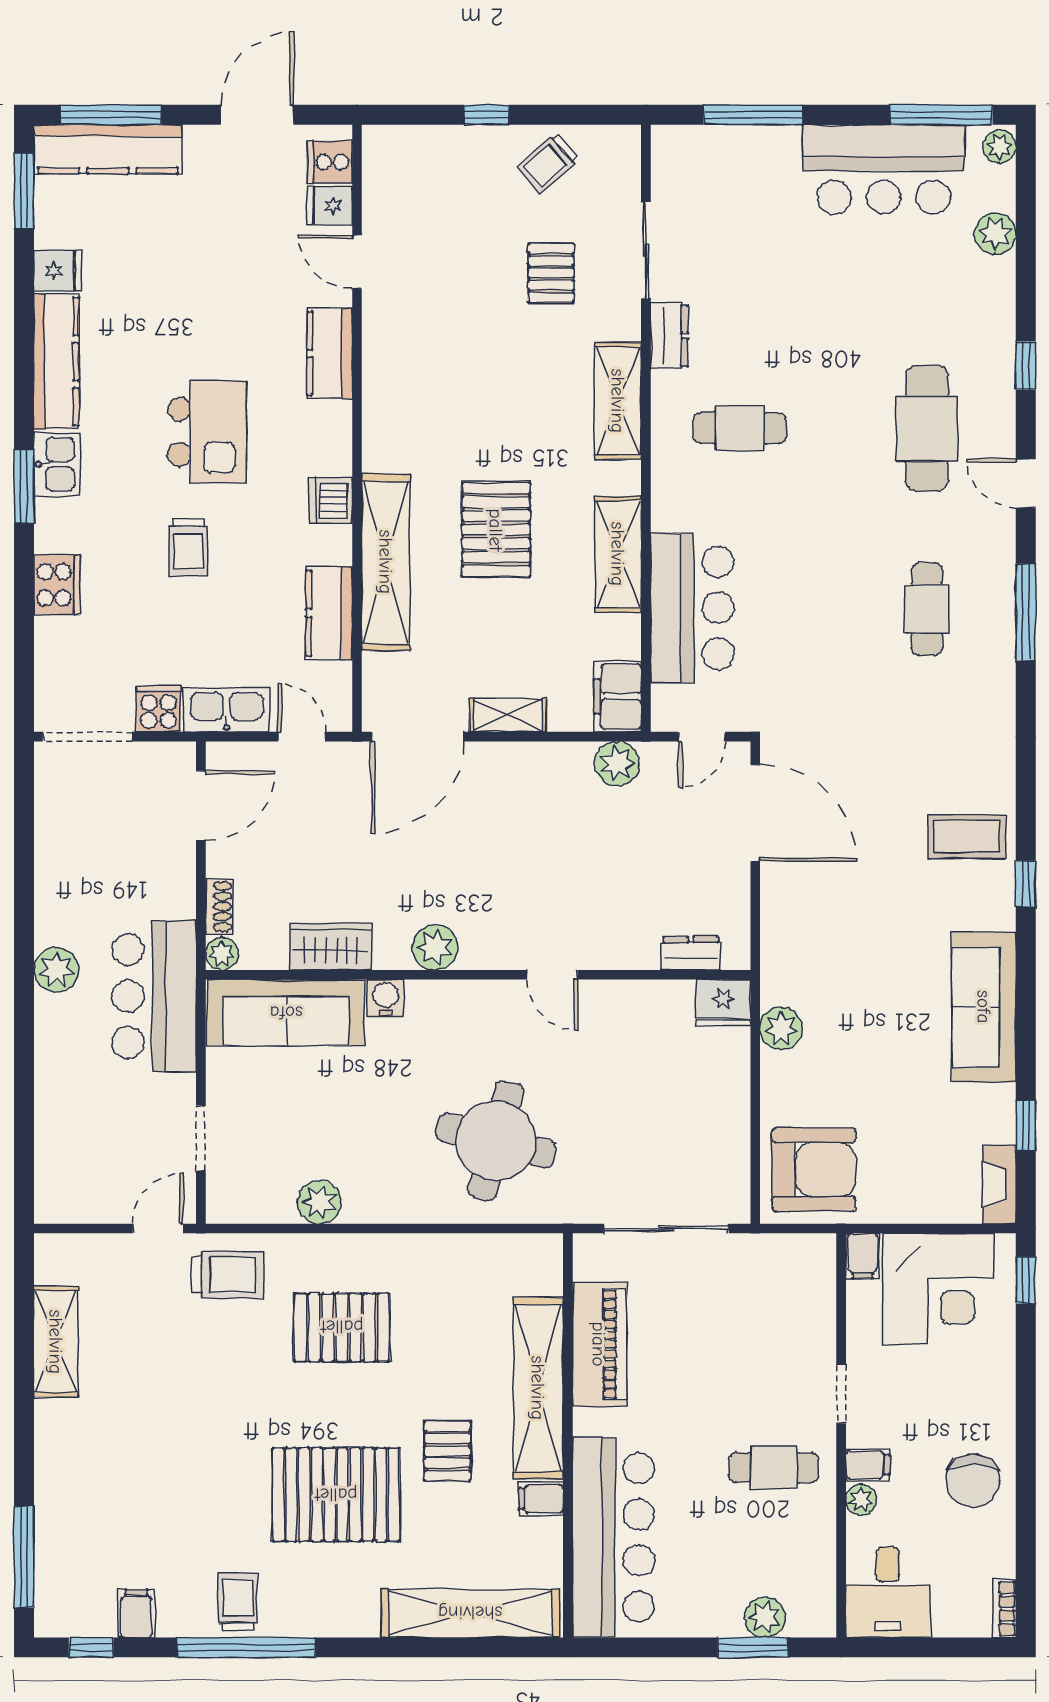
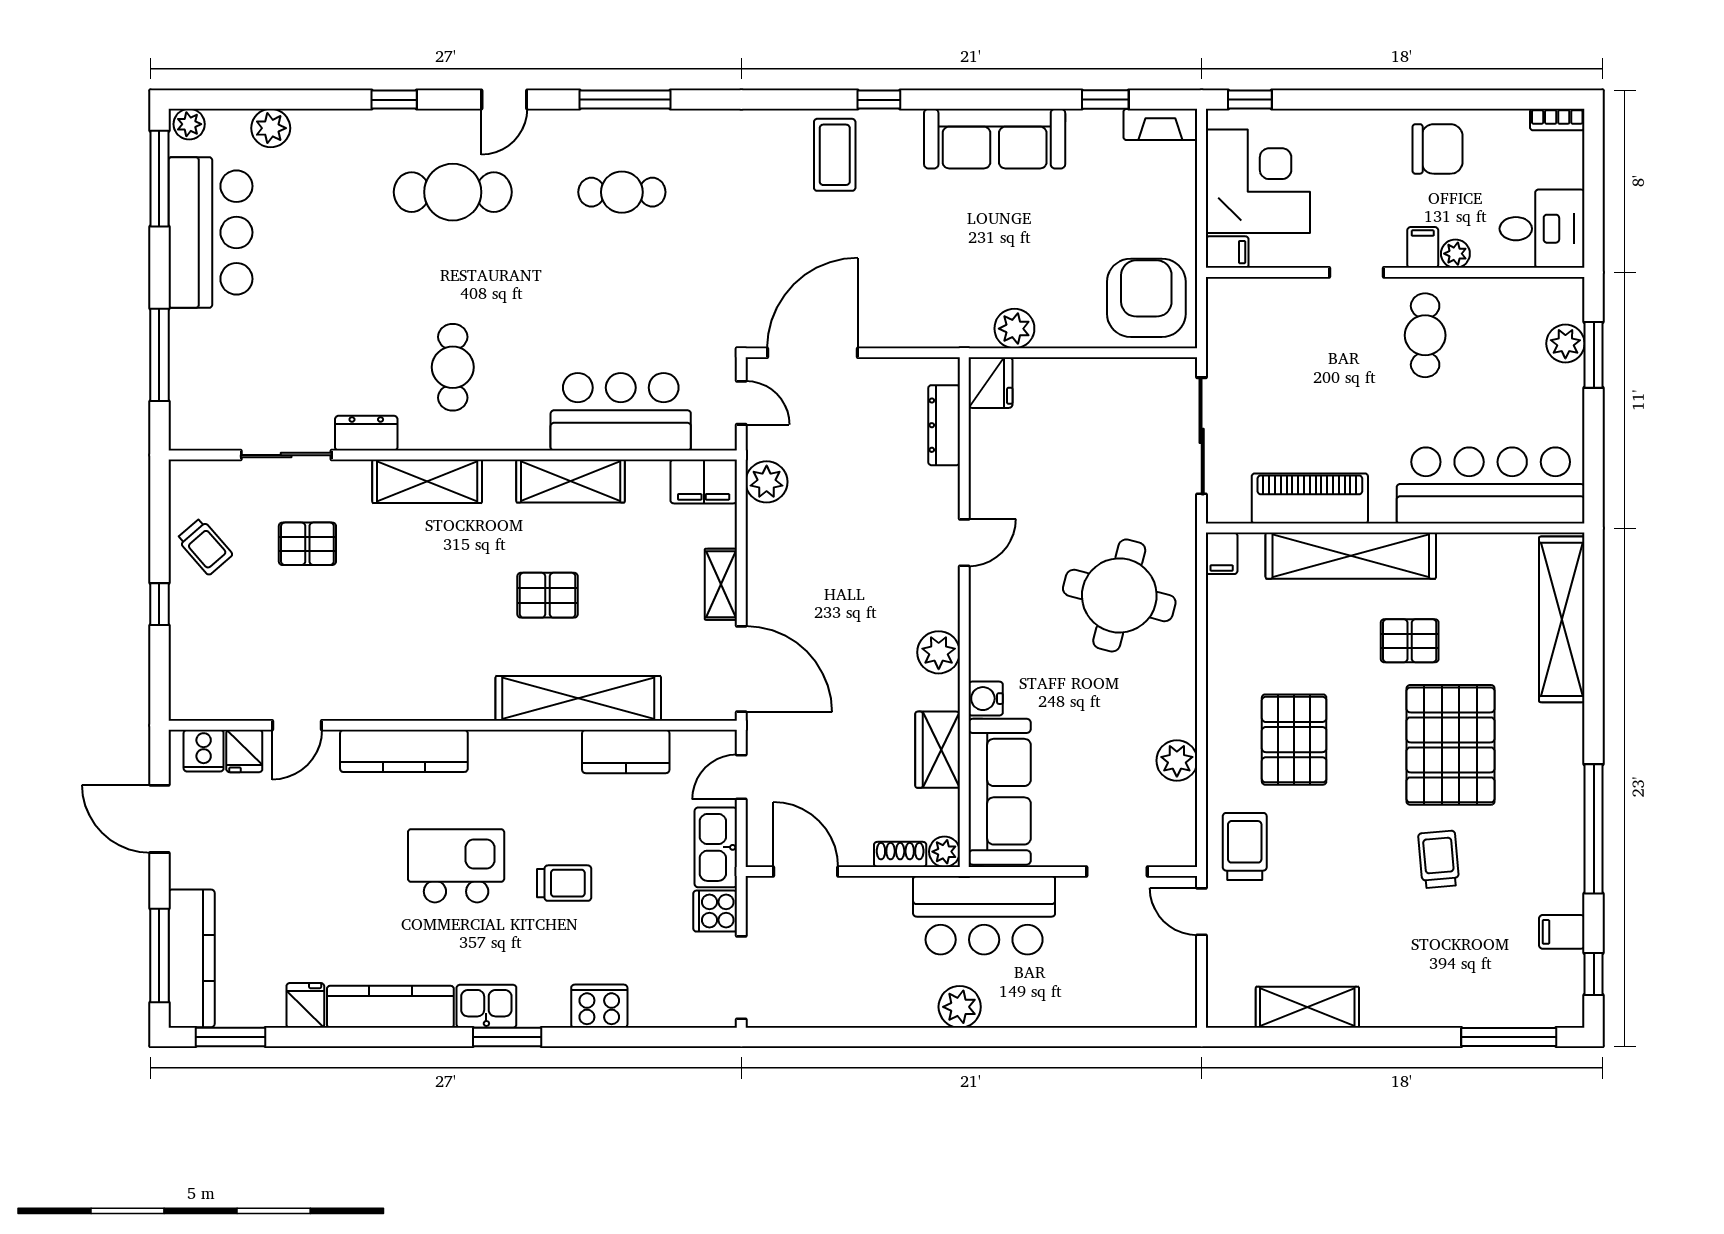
kitchen counter: (330, 353) -> (404, 751), width x1.50
dishwasher: (331, 501) -> (520, 750), removed
pallet: (496, 530) -> (548, 595), width x0.67, depth x0.71
dresser: (691, 953) -> (944, 425), width x1.44
filing cabinet: (541, 1499) -> (1222, 553), moved
trolley: (238, 1602) -> (1439, 859), moved, turned 85

